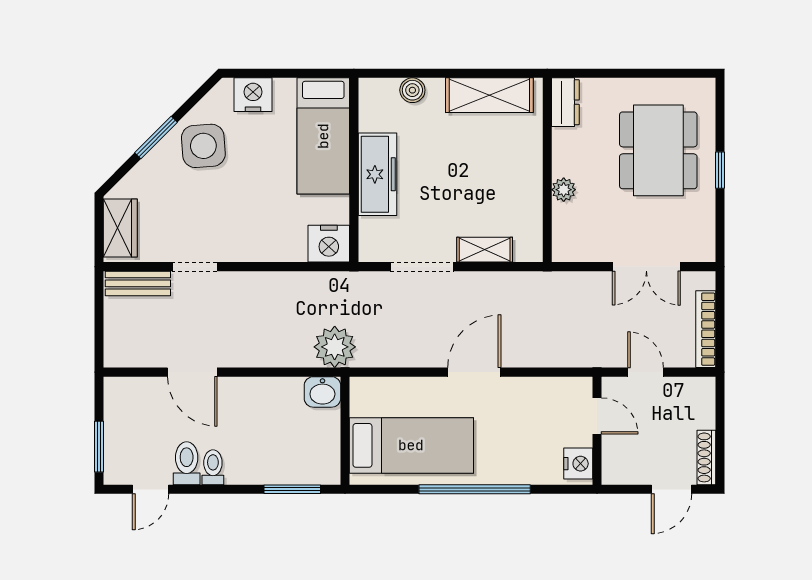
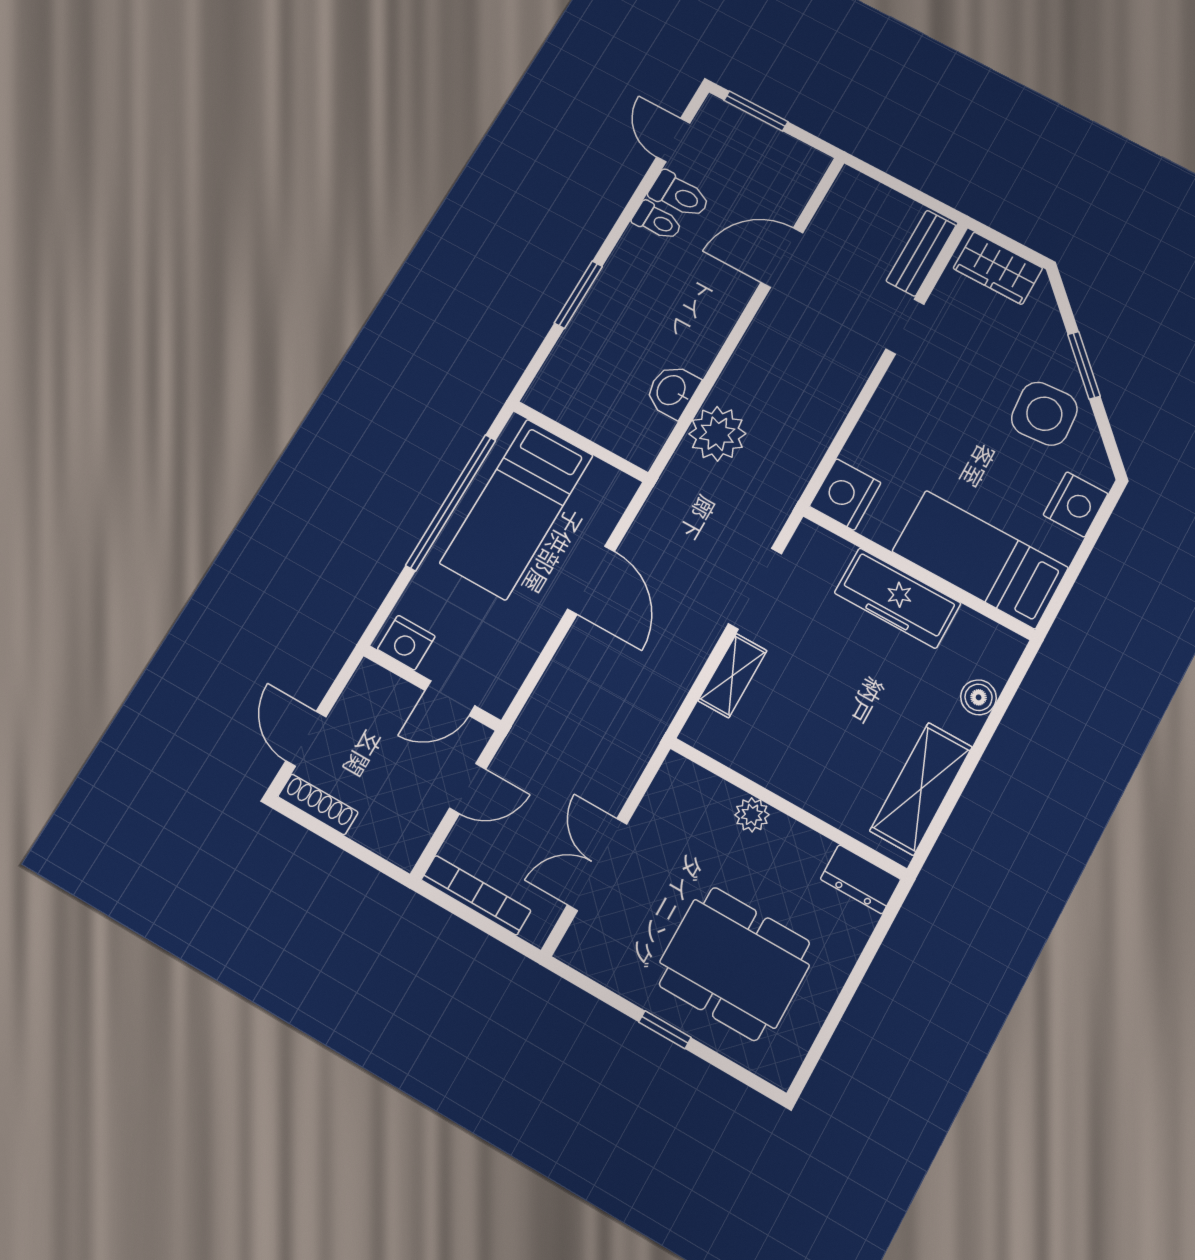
wall: (345, 431) -> (581, 442), moved
bed: (411, 445) -> (517, 509), moved

